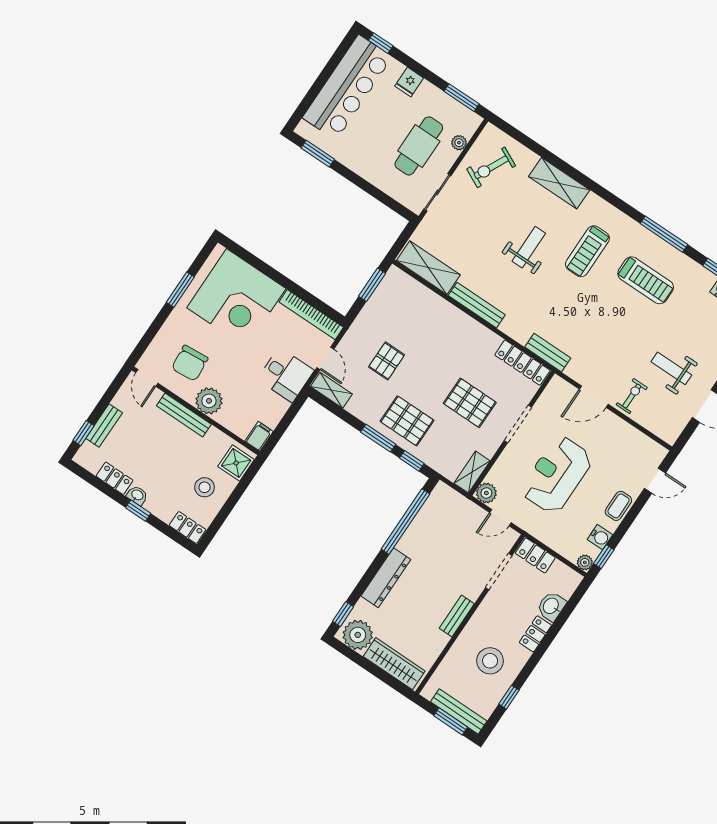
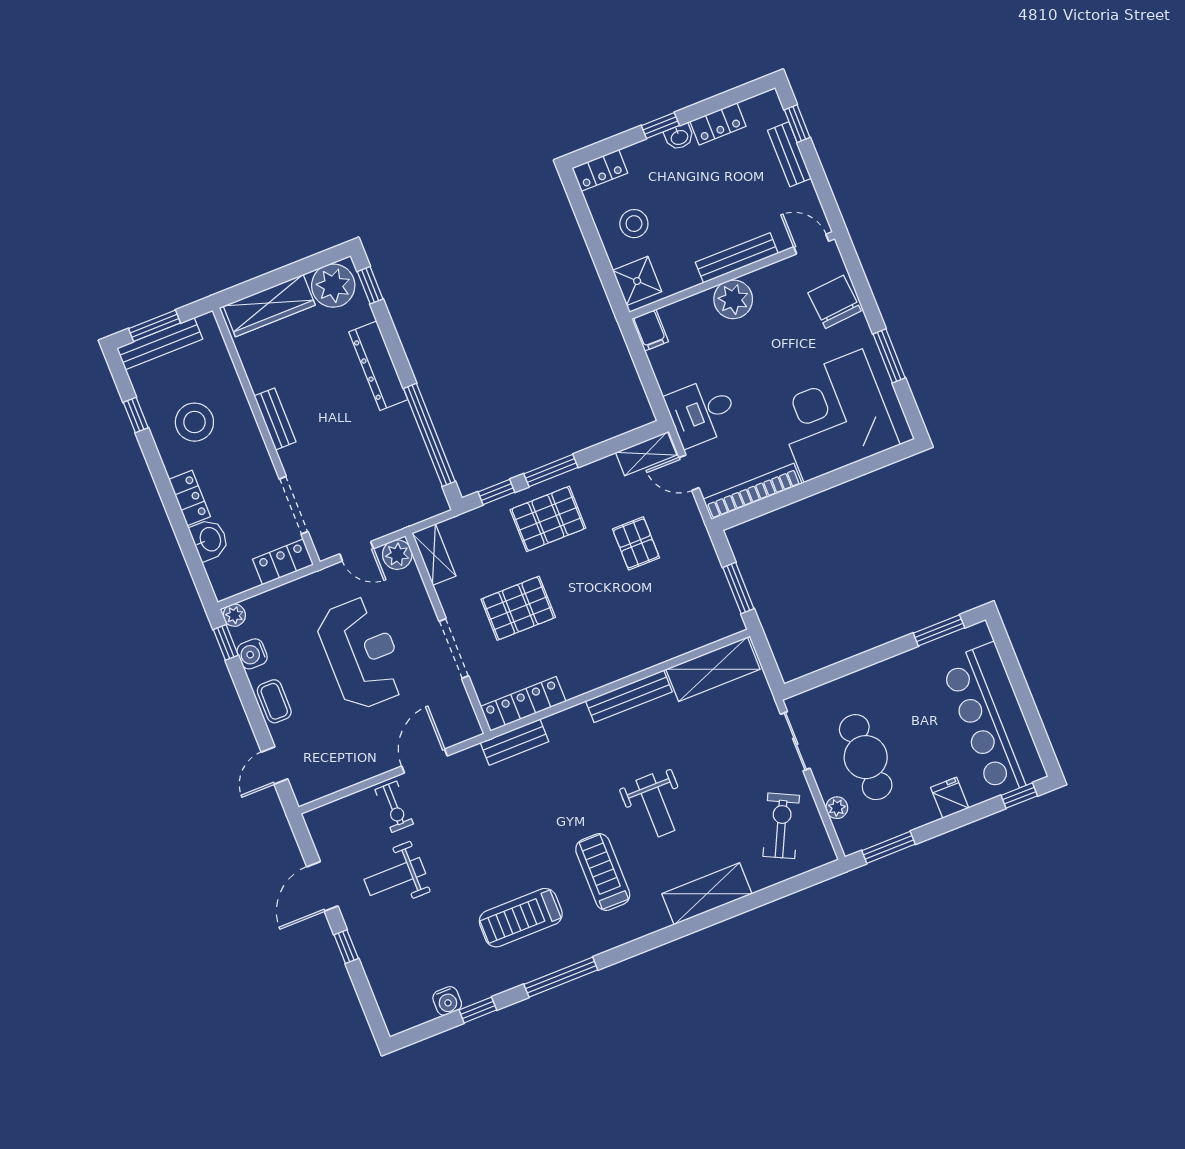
chair: (190, 363) -> (835, 302), moved
weight bench: (671, 368) -> (395, 876), turned 180
door: (500, 518) -> (357, 551), swing flipped

